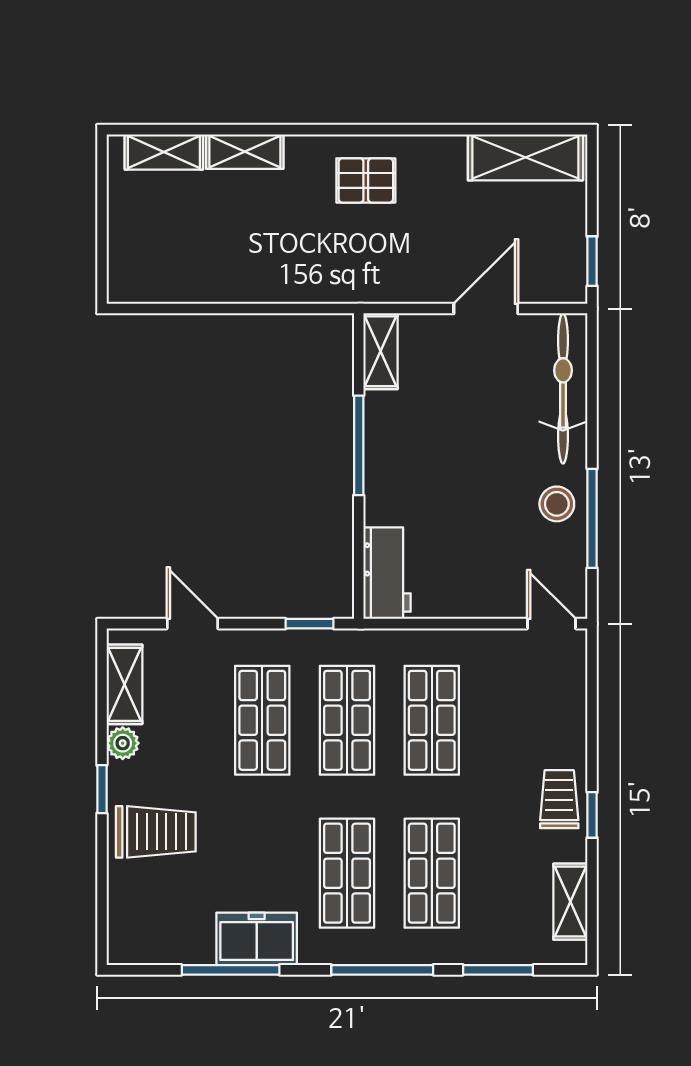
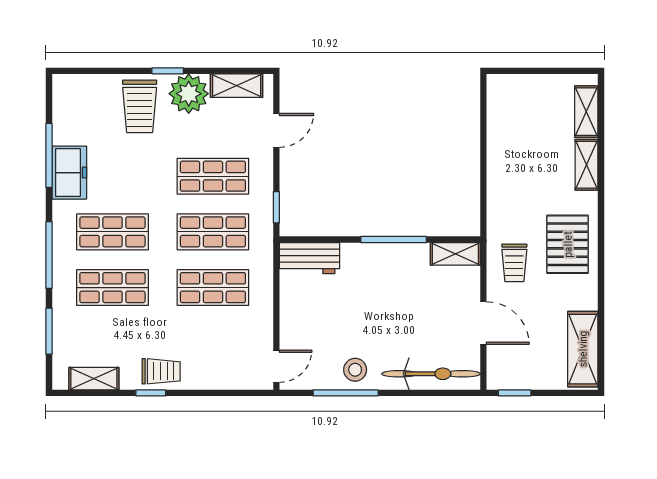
pallet: (366, 180) -> (568, 244), width x1.50, depth x1.42
trolley: (394, 262) -> (514, 263), added
plant: (123, 743) -> (189, 94), width x1.88, depth x1.88

